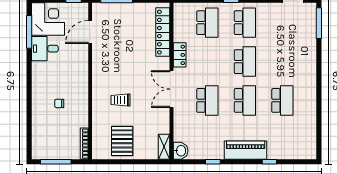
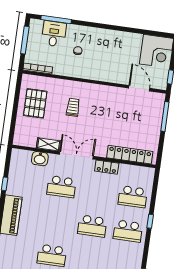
window: (29, 32) -> (56, 20), moved
desk: (45, 49) -> (54, 34), moved
school desk: (245, 100) -> (57, 221), removed
pallet: (122, 141) -> (35, 103), turned 90
shelving: (164, 147) -> (49, 144), moved
washbasin: (181, 151) -> (40, 159), moved

